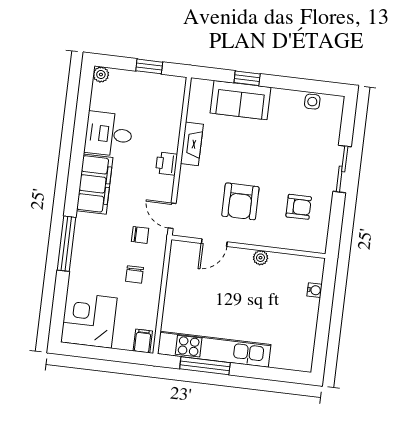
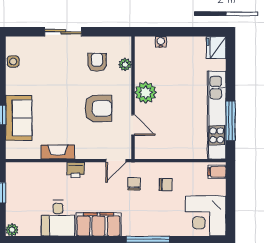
plant: (292, 242) -> (125, 64), added
plant: (260, 258) -> (146, 92), width x1.88, depth x1.88
fridge: (299, 359) -> (216, 48), added

